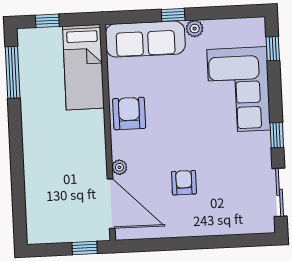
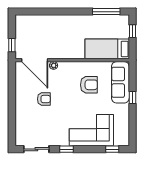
plant: (195, 29) -> (125, 108), removed
armchair: (129, 113) -> (89, 85), moved
door: (111, 204) -> (35, 60), hinge flipped

